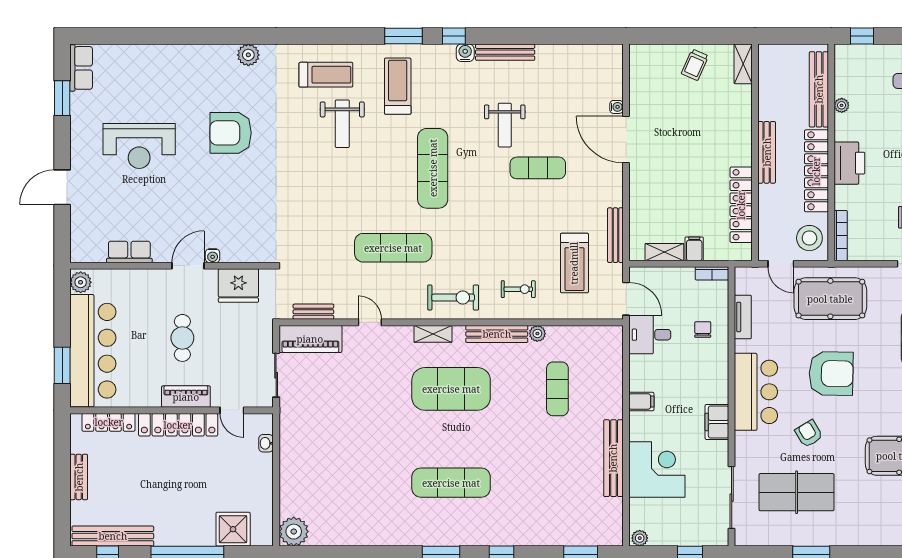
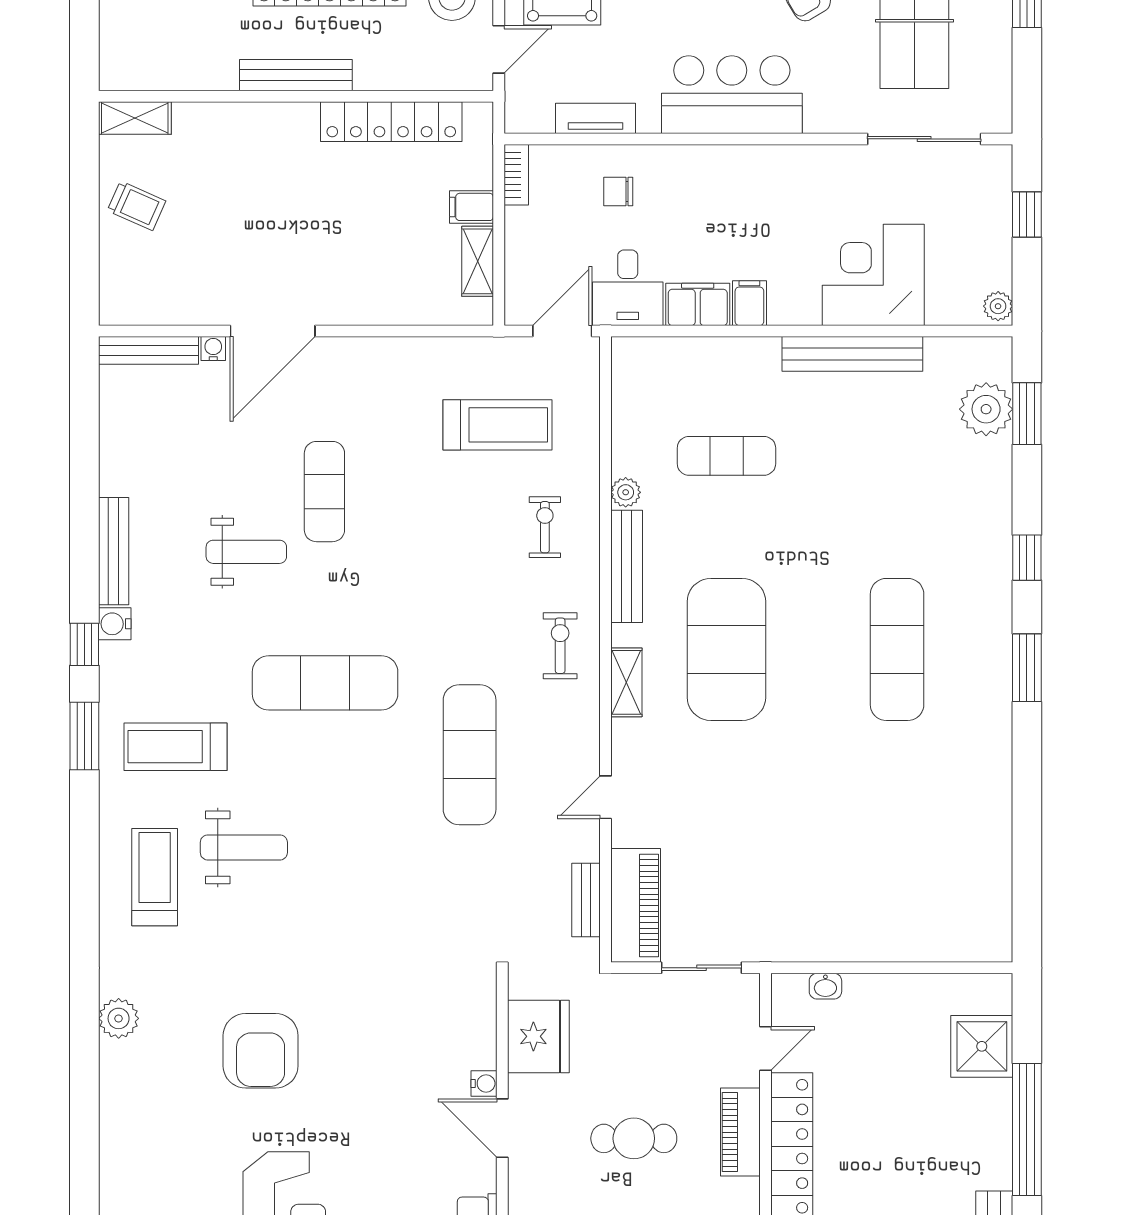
bench: (615, 235) -> (148, 350), moved
exercise bike: (453, 297) -> (560, 646), width x0.73, depth x0.72
filing cabinet: (717, 422) -> (698, 304), moved, turned 180
plant: (294, 532) -> (986, 409), moved

